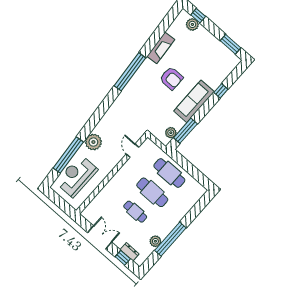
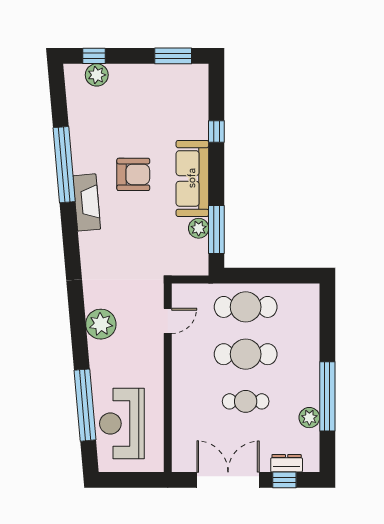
fireplace: (161, 48) -> (87, 202), moved
window: (130, 72) -> (64, 165), moved
plant: (171, 133) -> (199, 228), moved
plant: (93, 142) -> (101, 324), moved
door: (133, 151) -> (168, 321), swing flipped
double door: (100, 237) -> (228, 480), width x1.37

